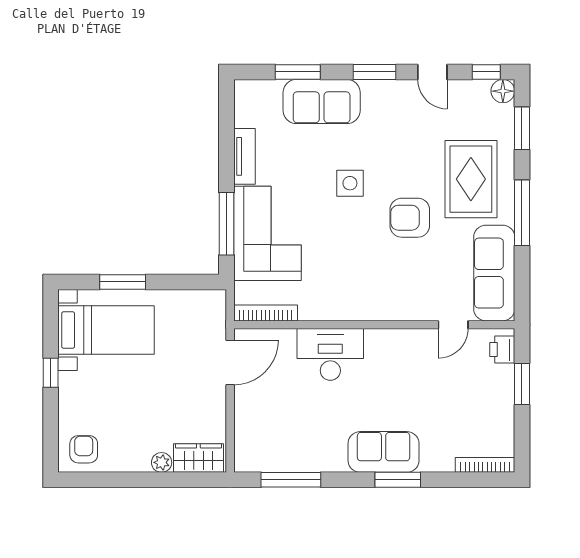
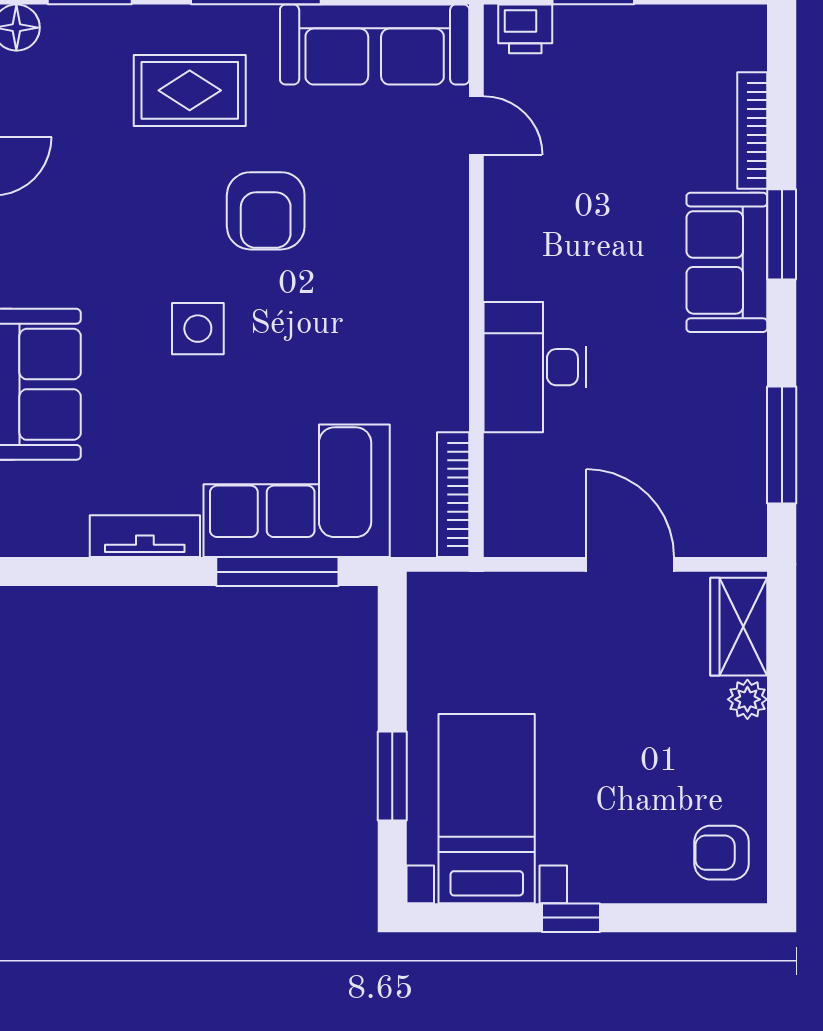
rug: (471, 179) -> (190, 90), width x0.73, depth x0.70
door: (230, 362) -> (630, 564), moved
bookcase: (485, 465) -> (752, 131), moved

